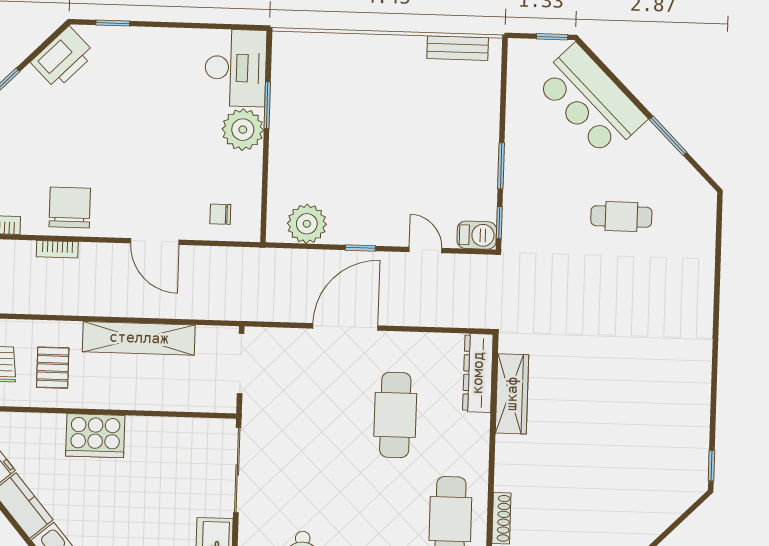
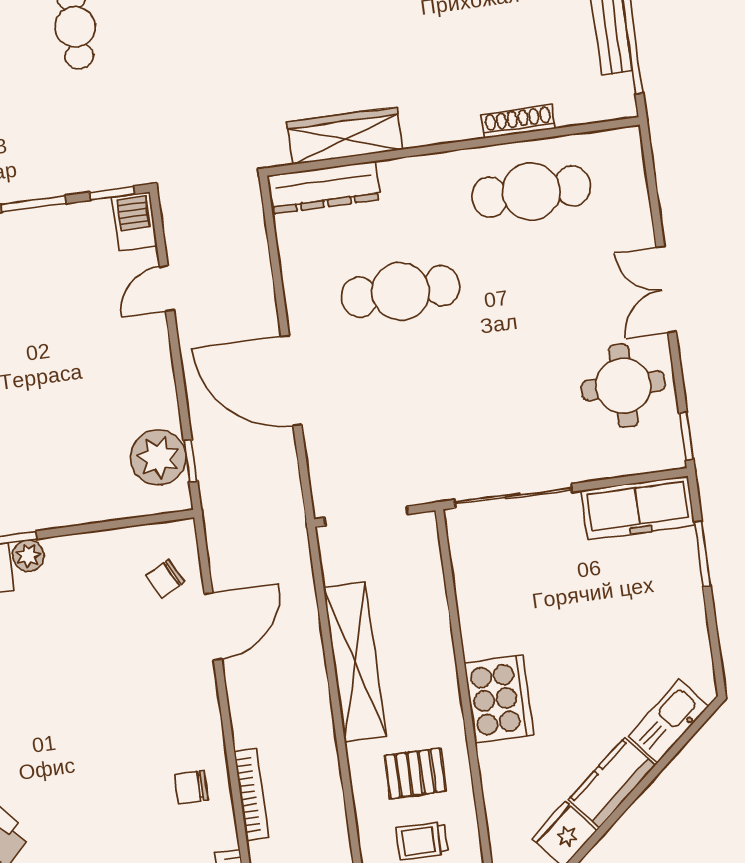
plant: (243, 130) -> (28, 556), width x0.53, depth x0.53
chair: (70, 208) -> (191, 787), width x0.54, depth x0.54
chair: (220, 214) -> (165, 579), turned 62
door: (155, 241) -> (213, 627), moved
window: (360, 248) -> (190, 461), moved
bookcase: (57, 249) -> (251, 795), width x1.56

